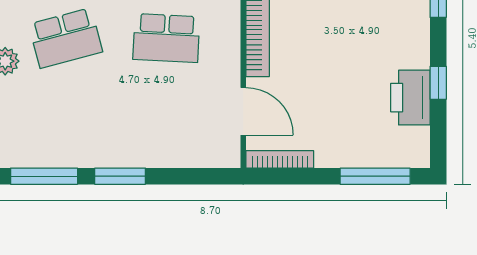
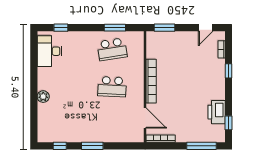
school desk: (66, 38) -> (69, 87), removed
window: (438, 83) -> (228, 123), moved
window: (44, 176) -> (60, 146), width x0.46

